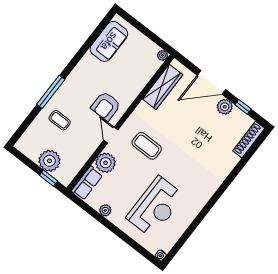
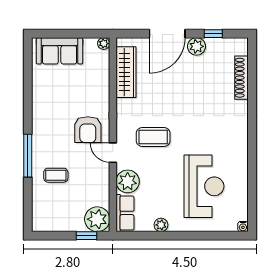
sofa: (109, 41) -> (60, 51), moved, turned 90
shoe rack: (249, 140) -> (241, 78), moved
plant: (49, 161) -> (97, 219), moved

